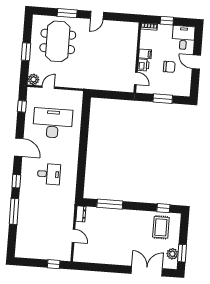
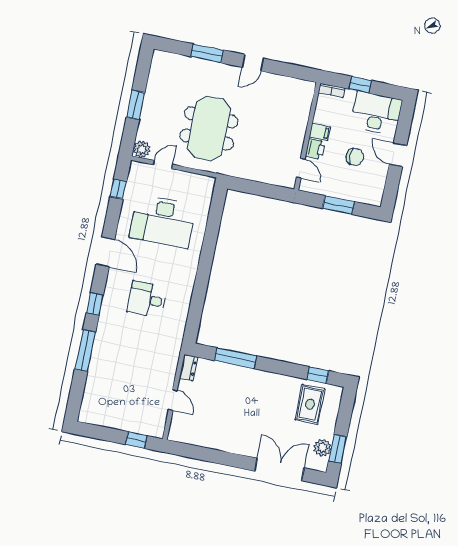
desk: (183, 38) -> (376, 113), width x1.37
meeting table: (58, 41) -> (209, 128), moved
desk: (53, 123) -> (163, 221), turned 180
desk: (49, 174) -> (147, 299), turned 180

